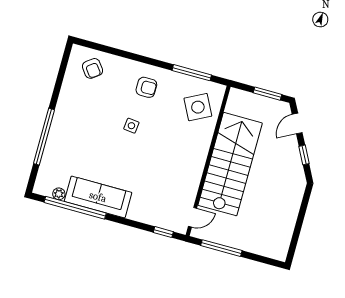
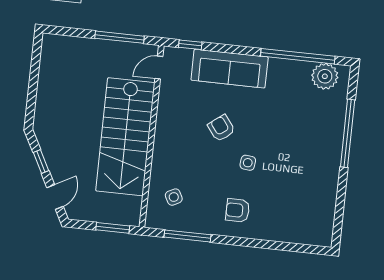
armchair: (92, 68) -> (221, 128), moved
window: (268, 94) -> (113, 228), moved
side table: (198, 107) -> (174, 197), width x0.54, depth x0.54
plant: (59, 194) -> (325, 76), width x1.88, depth x1.88
sofa: (98, 197) -> (230, 69), moved

